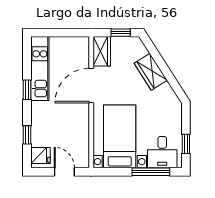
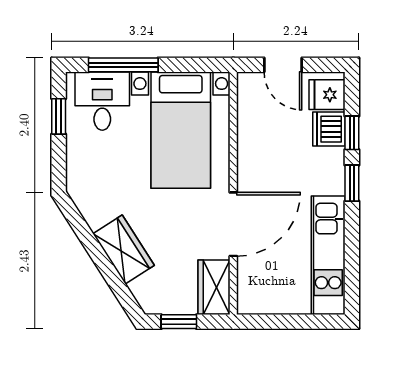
window: (27, 90) -> (352, 183), moved
dishwasher: (39, 137) -> (329, 129), added

